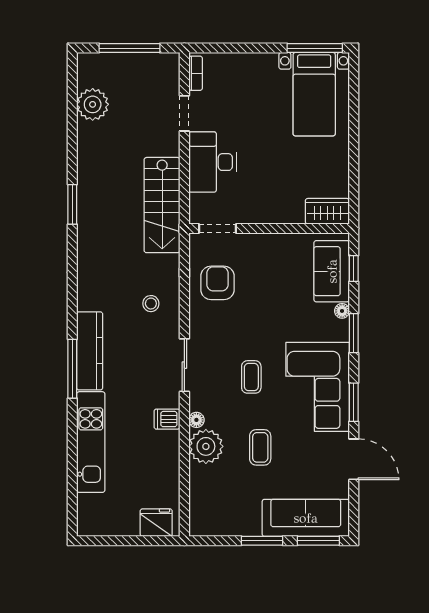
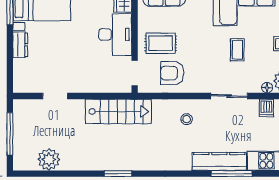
dresser: (258, 63) -> (20, 45), added
bookcase: (196, 73) -> (27, 88), removed
desk: (213, 162) -> (115, 34), moved, turned -90
rug: (261, 266) -> (161, 43), added
coffee table: (251, 377) -> (237, 50), turned 90

